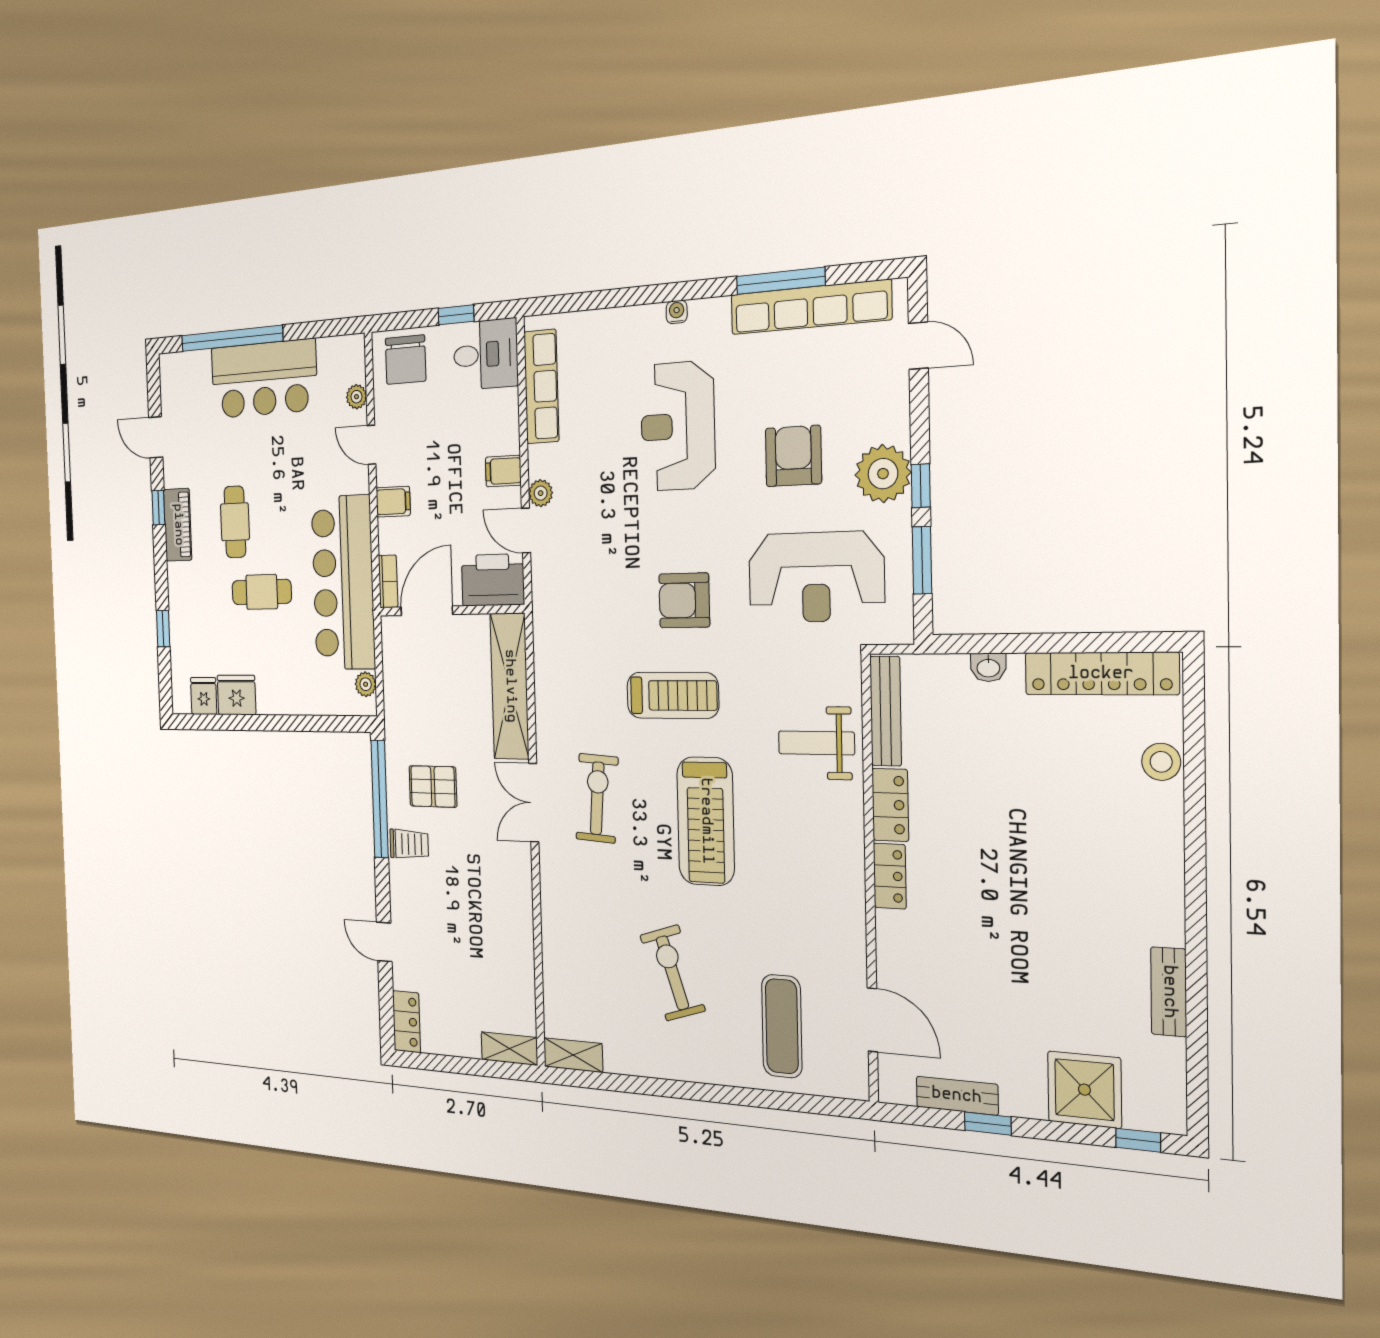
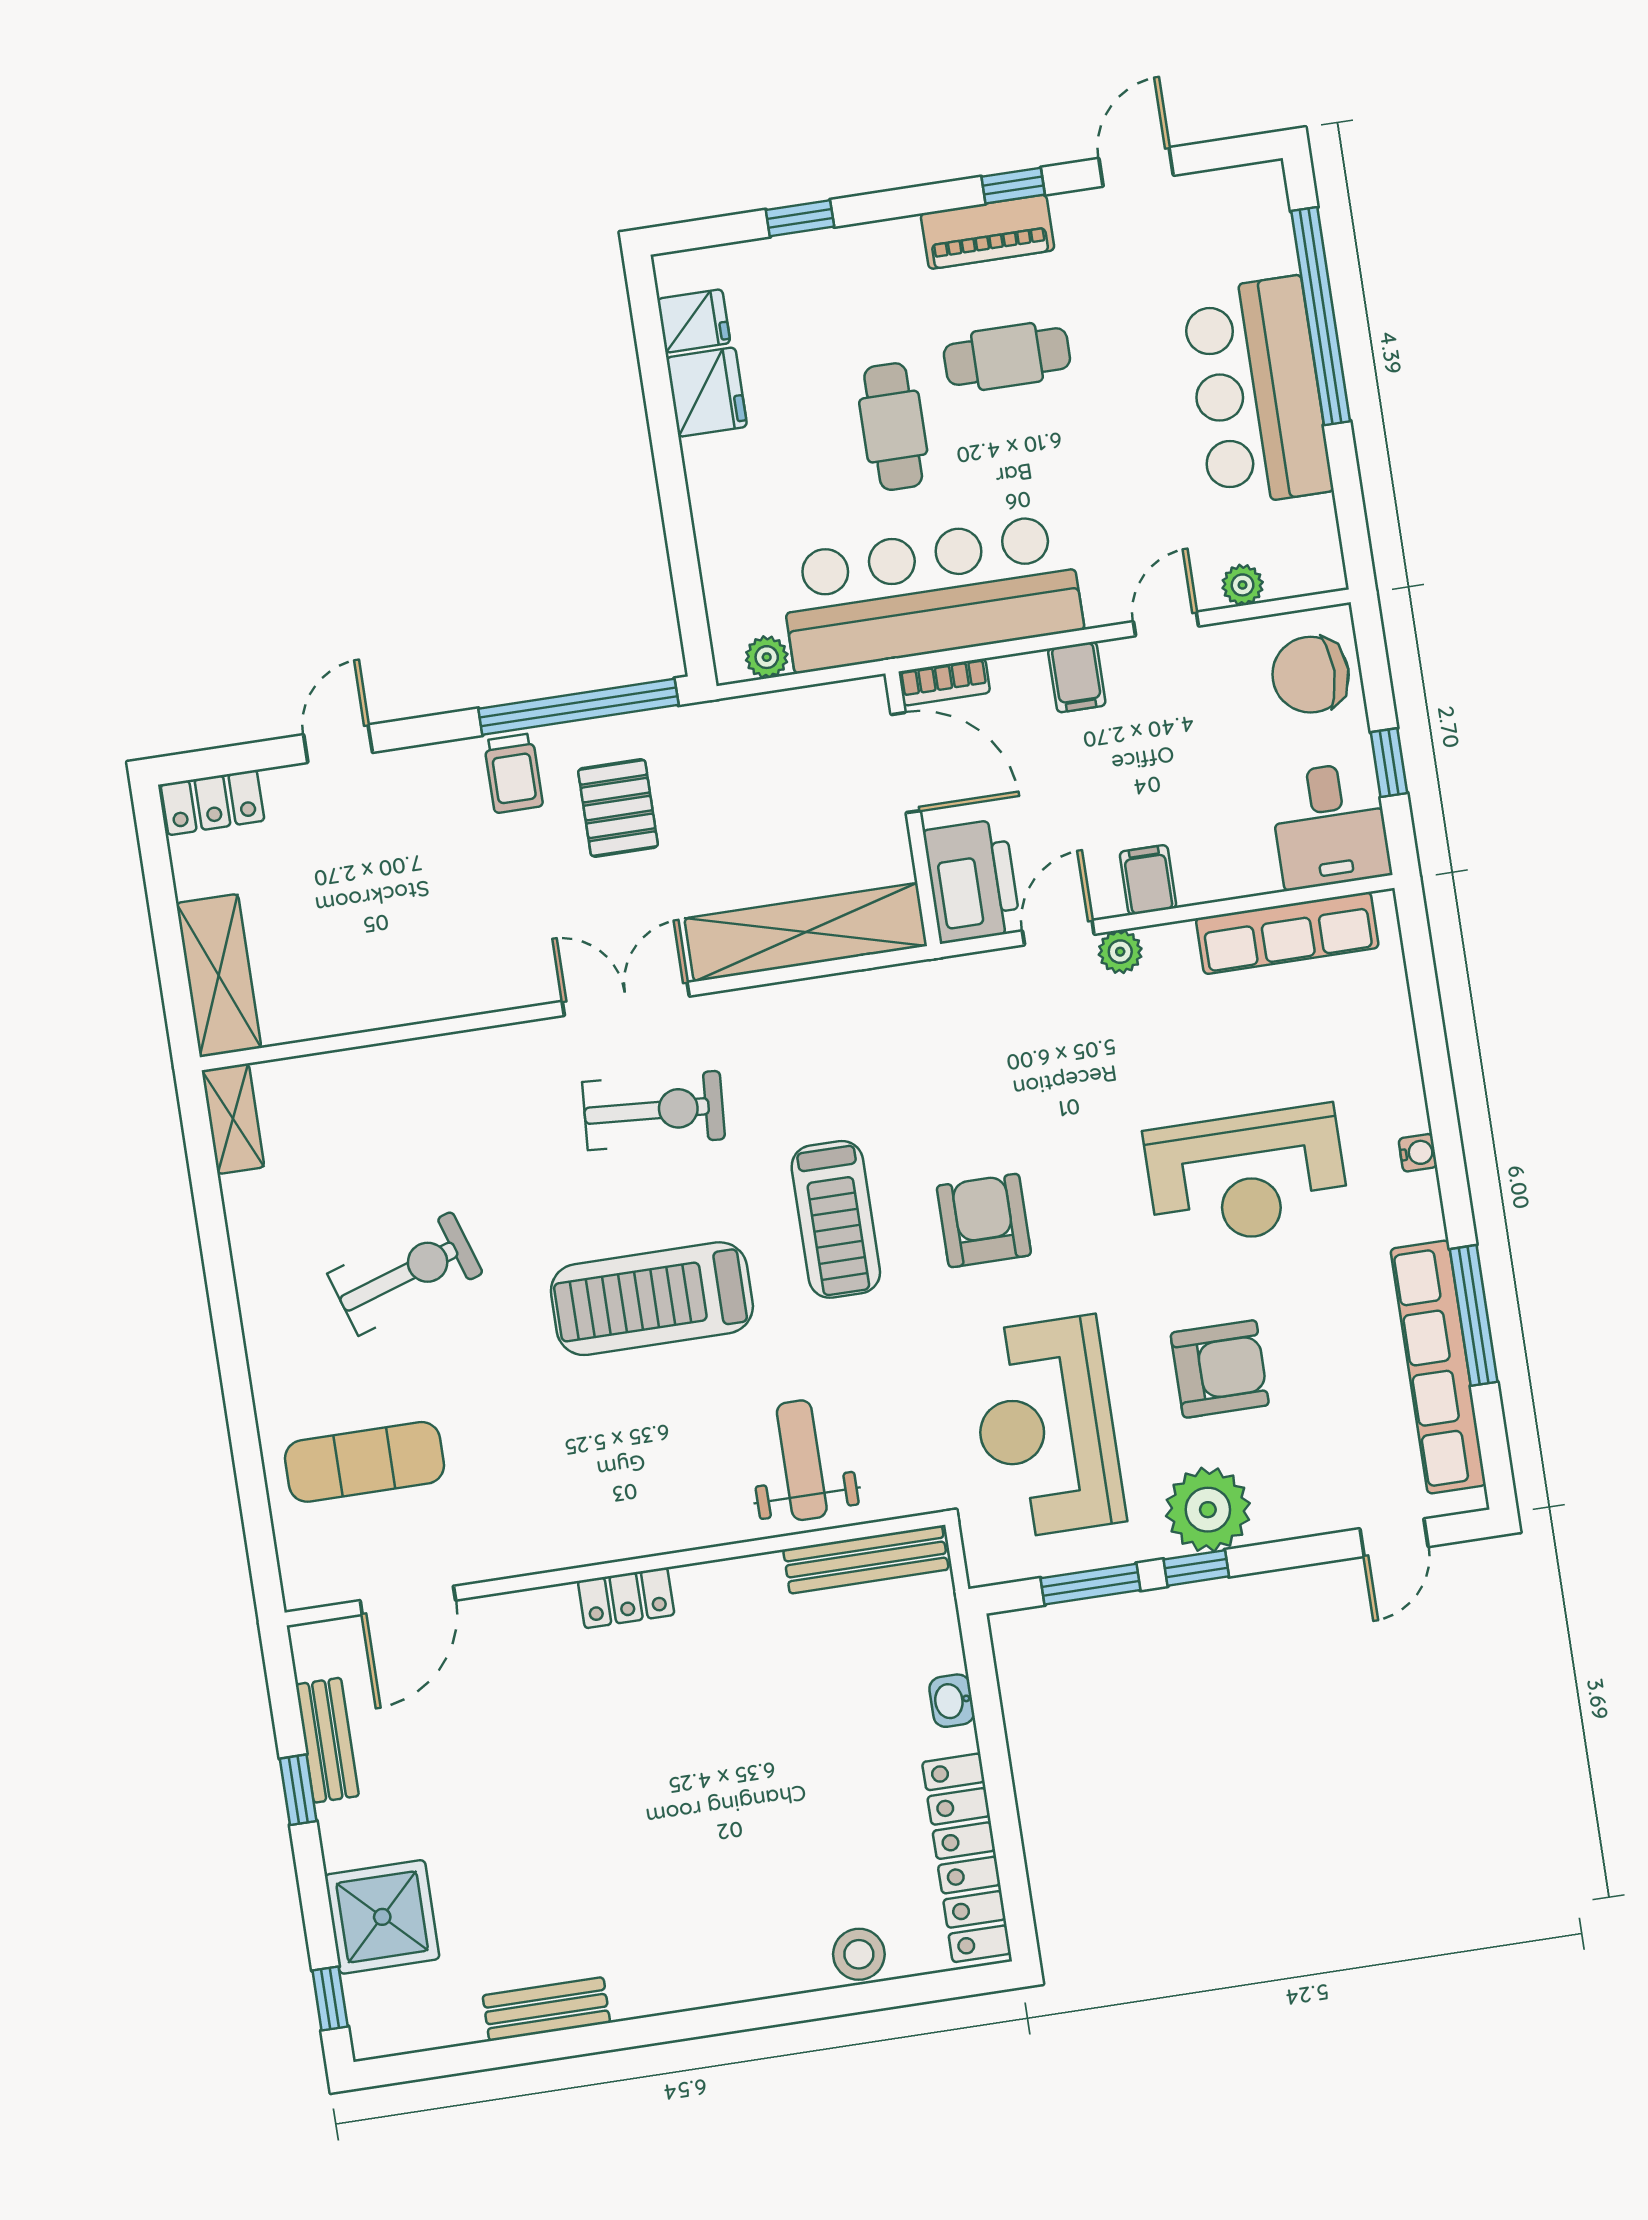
reception desk: (678, 426) -> (1247, 1176), turned 180
locker: (890, 805) -> (730, 1585), removed
shelving: (509, 1049) -> (219, 976), width x1.50, depth x1.33

